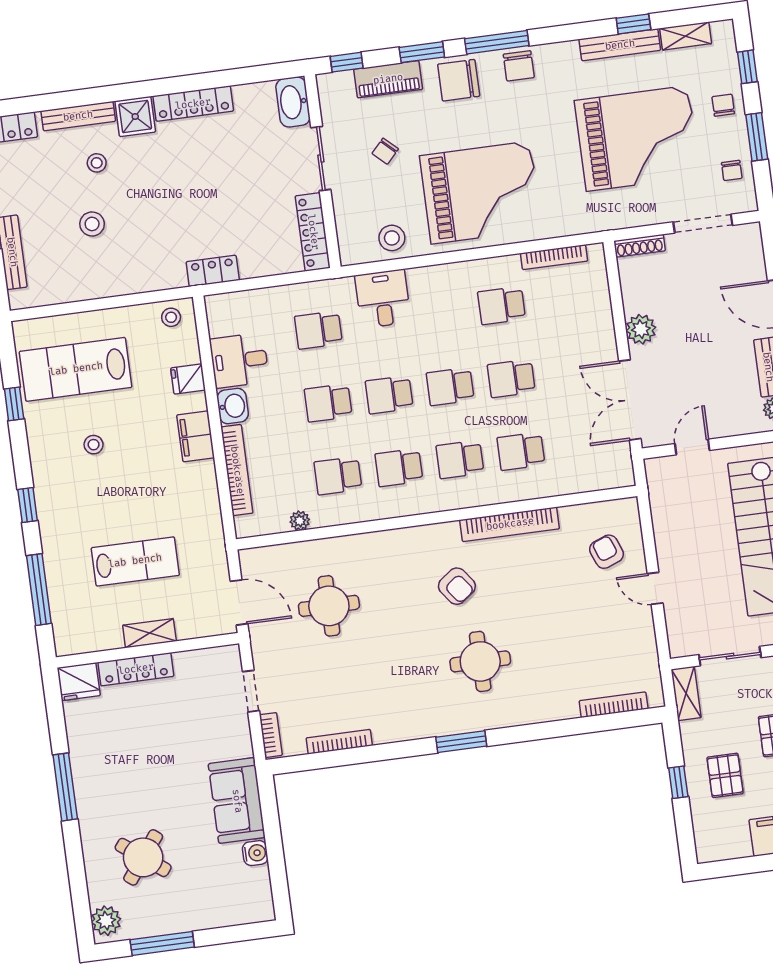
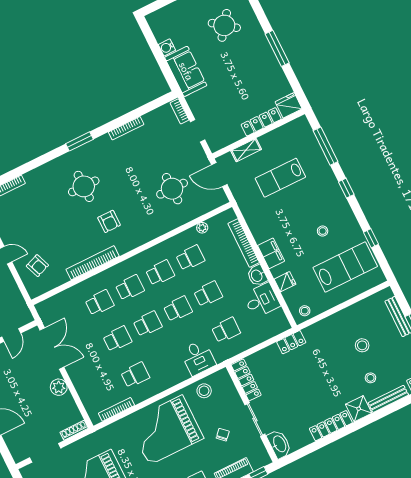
armchair: (457, 586) -> (109, 221), turned -143
shelving: (149, 633) -> (246, 150), moved
bookcase: (339, 742) -> (126, 128), moved

